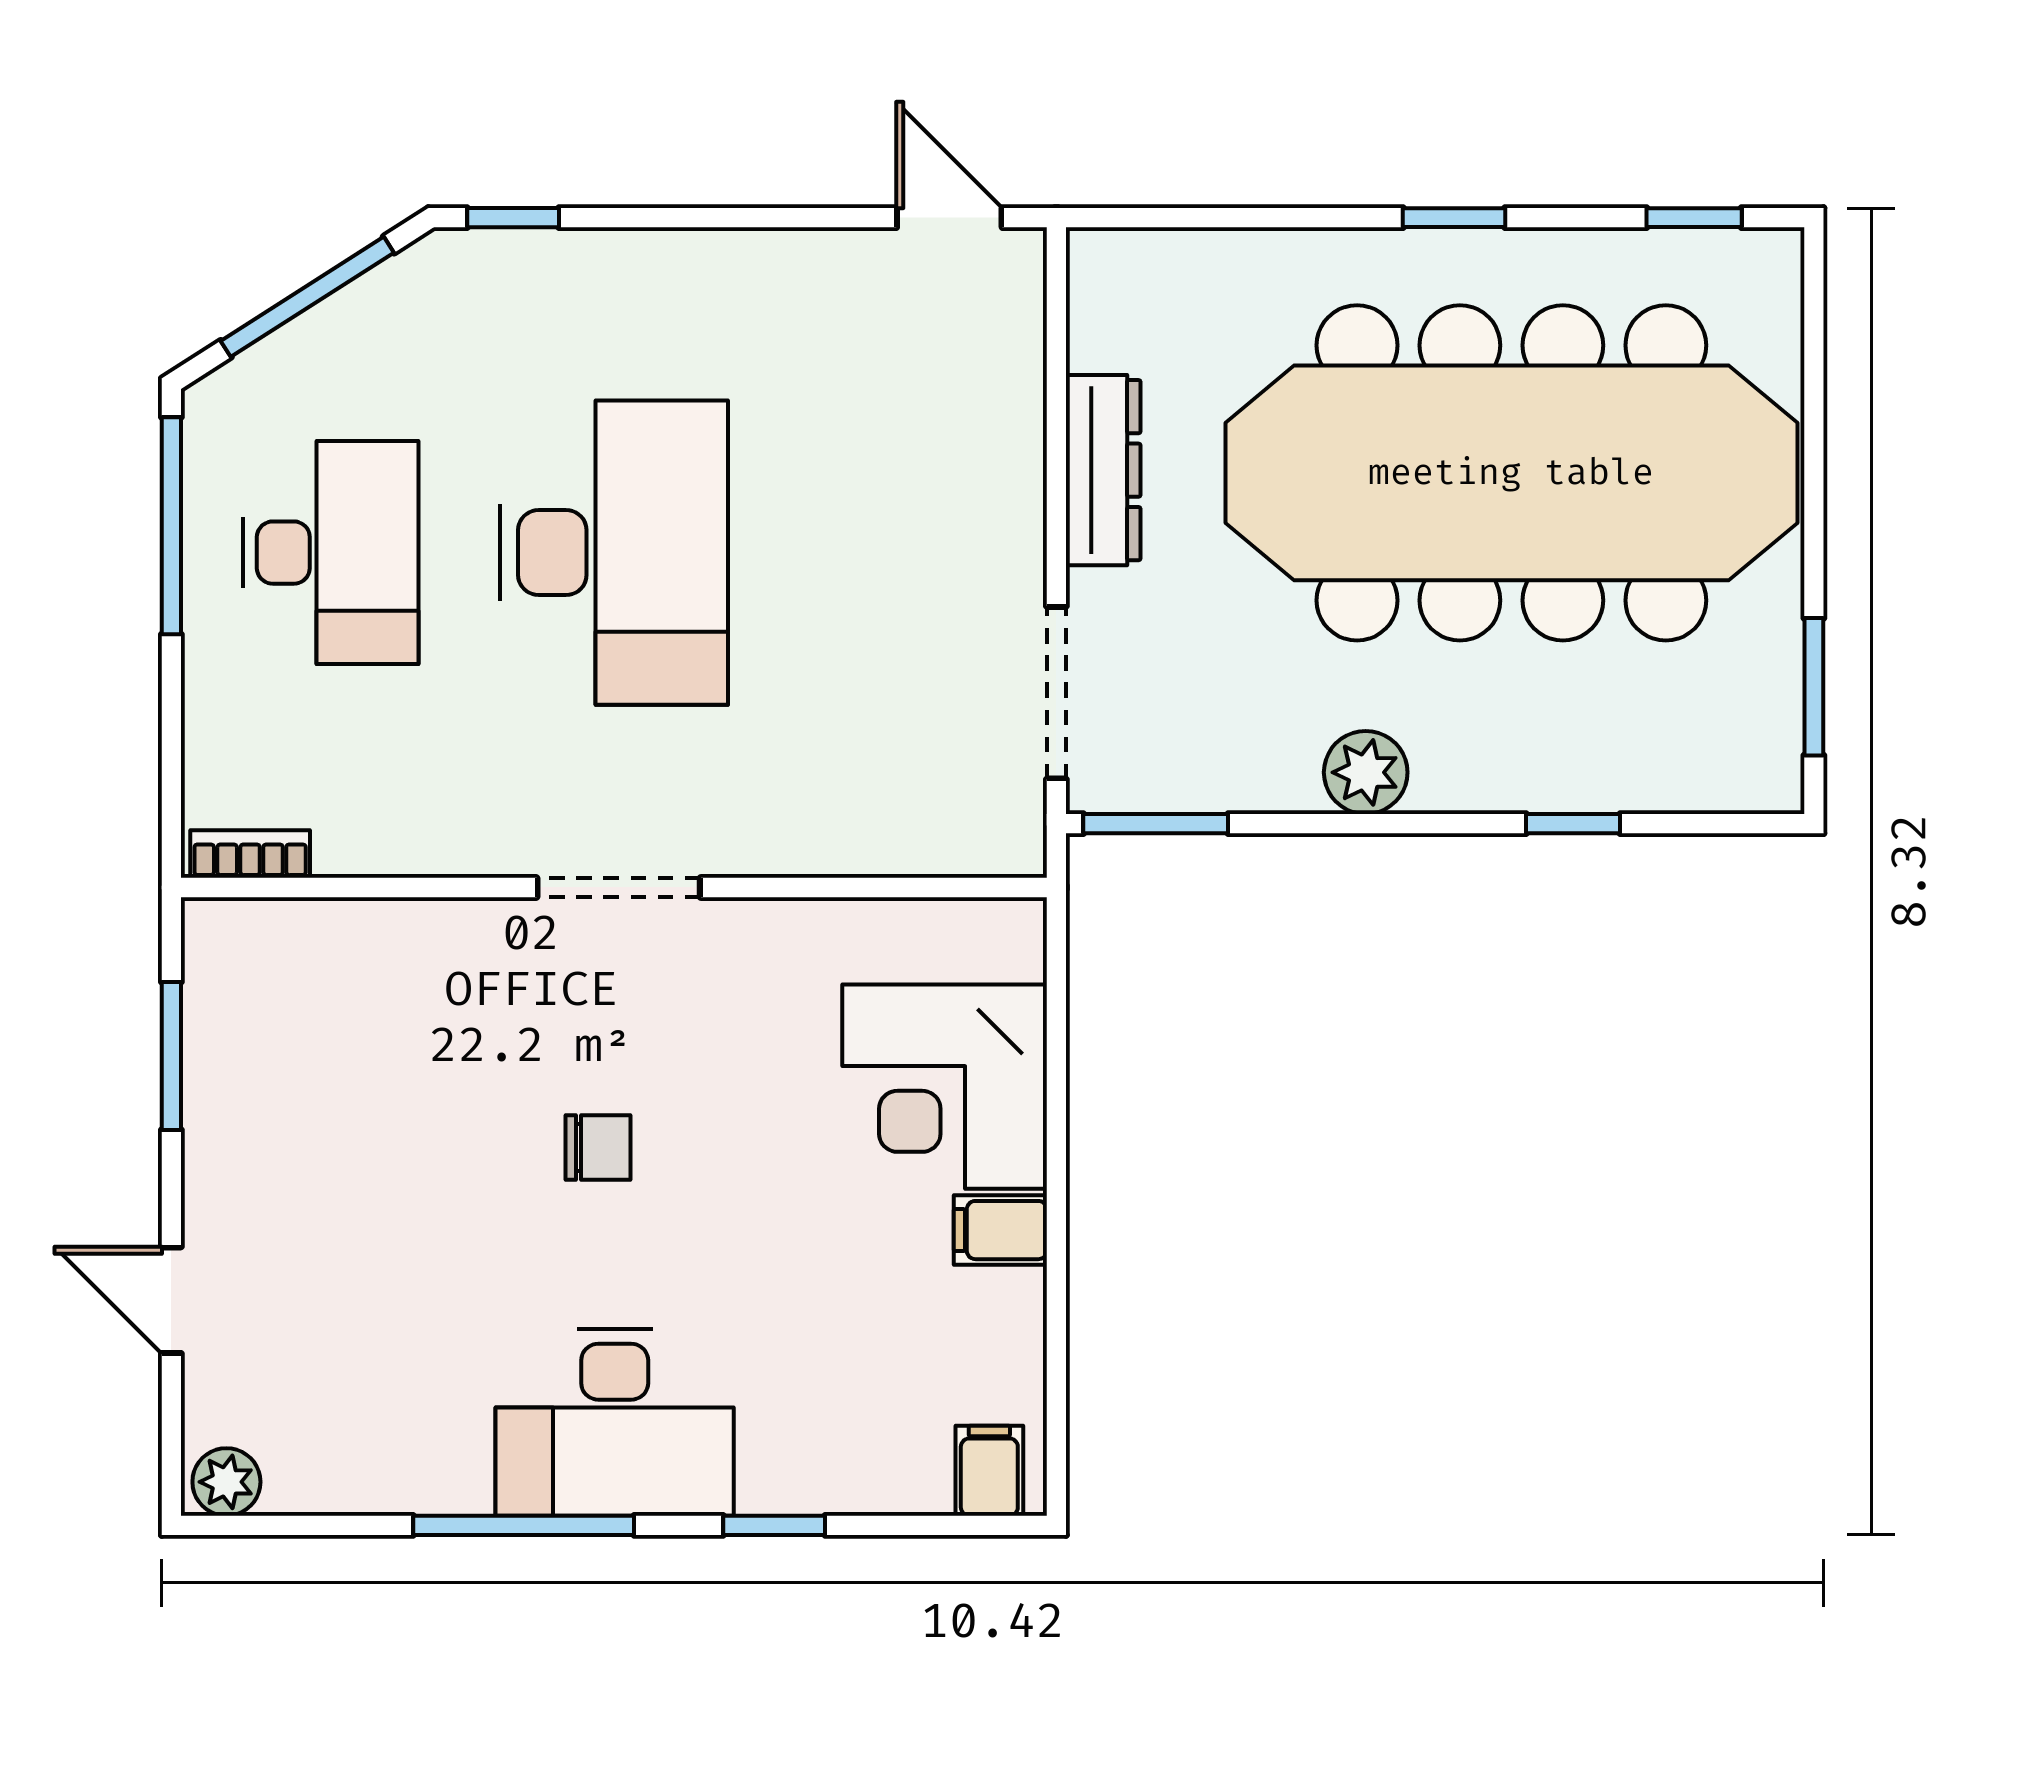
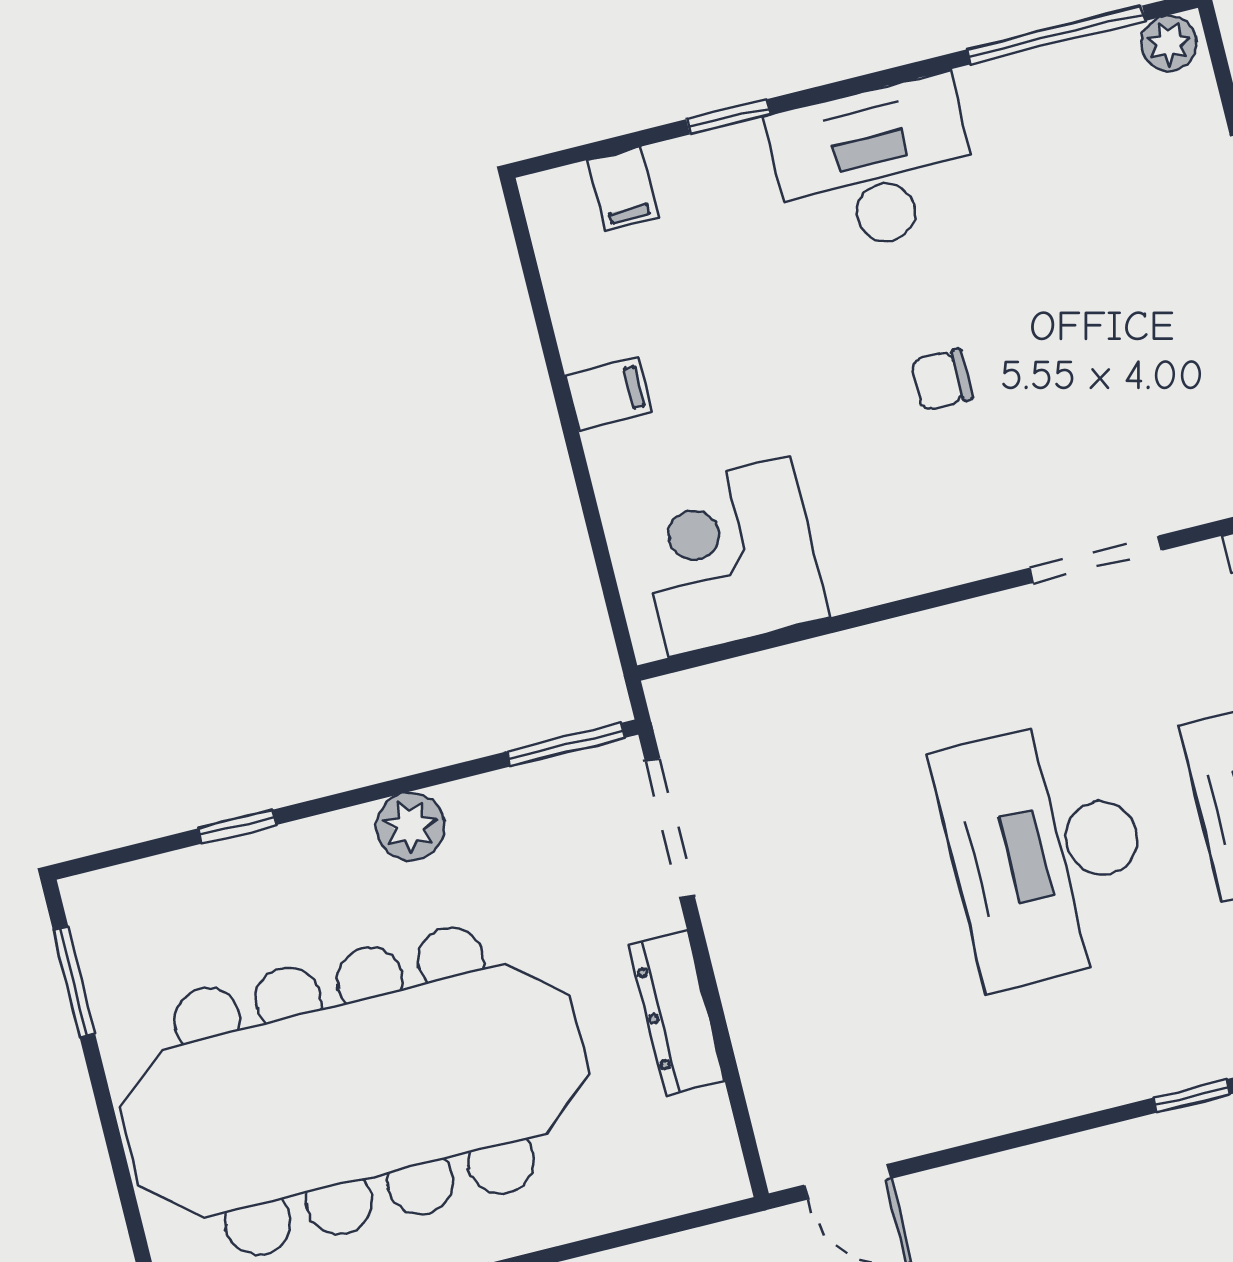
doorway: (619, 887) -> (1096, 559), moved
corner desk: (945, 1087) -> (730, 557), moved, turned -90
filing cabinet: (989, 1471) -> (623, 189), moved
window: (524, 1525) -> (1057, 35), moved

